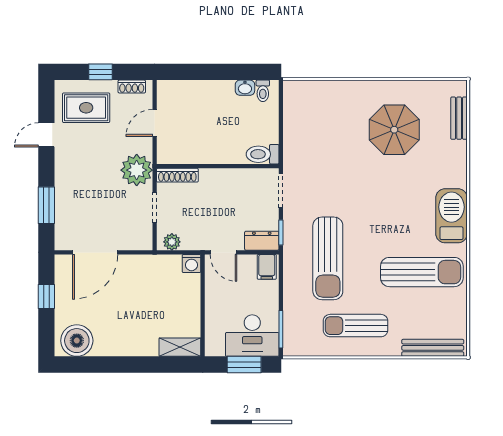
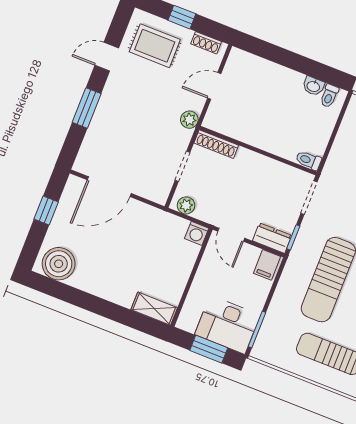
toilet: (263, 154) -> (309, 160), width x0.73, depth x0.72
plant: (137, 170) -> (189, 120), width x0.53, depth x0.53
window: (46, 205) -> (87, 108), moved

